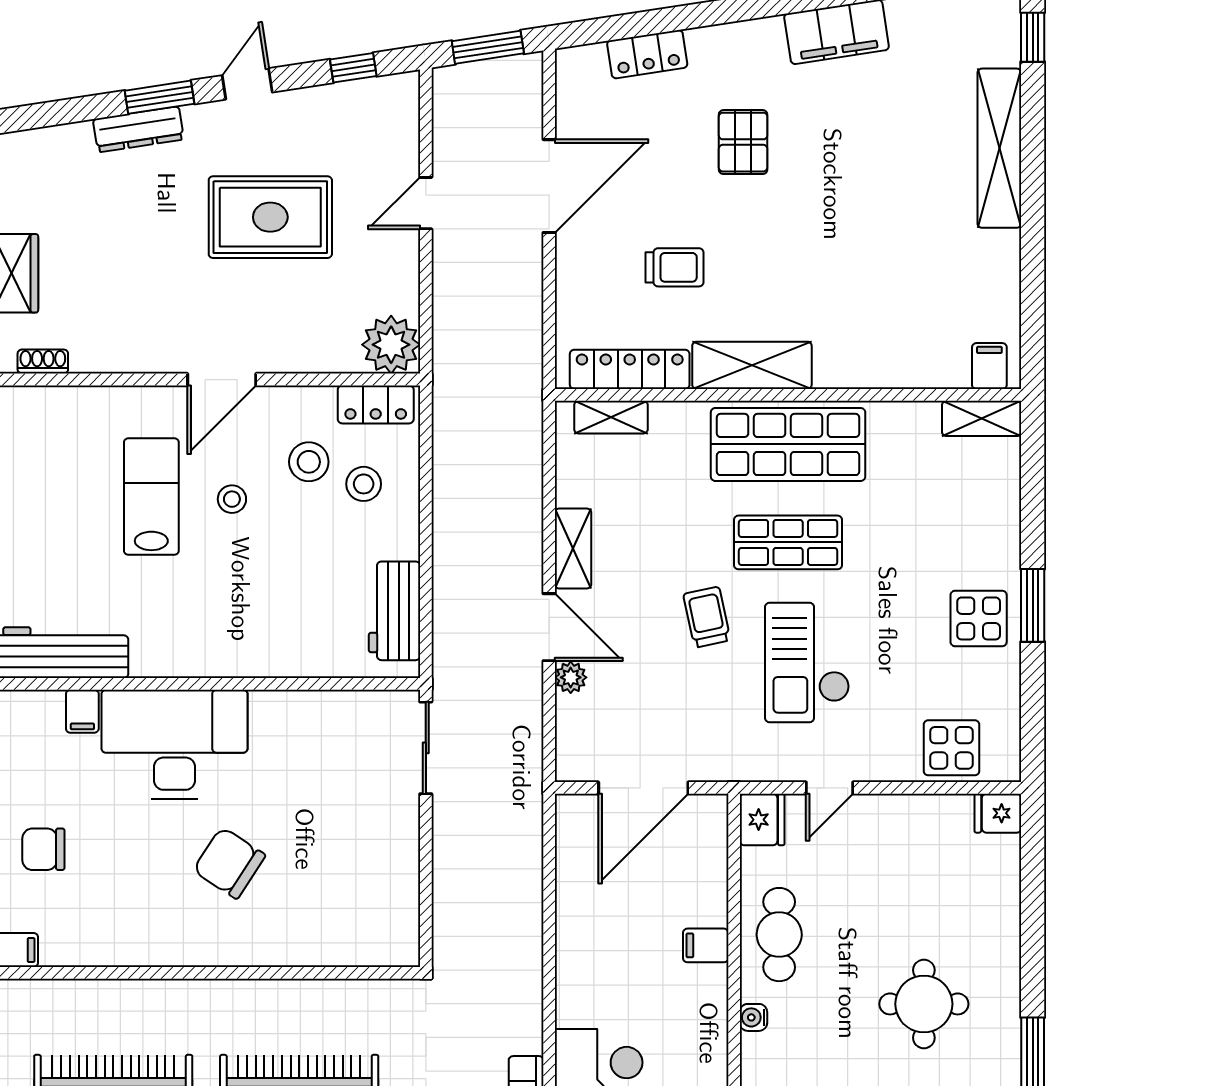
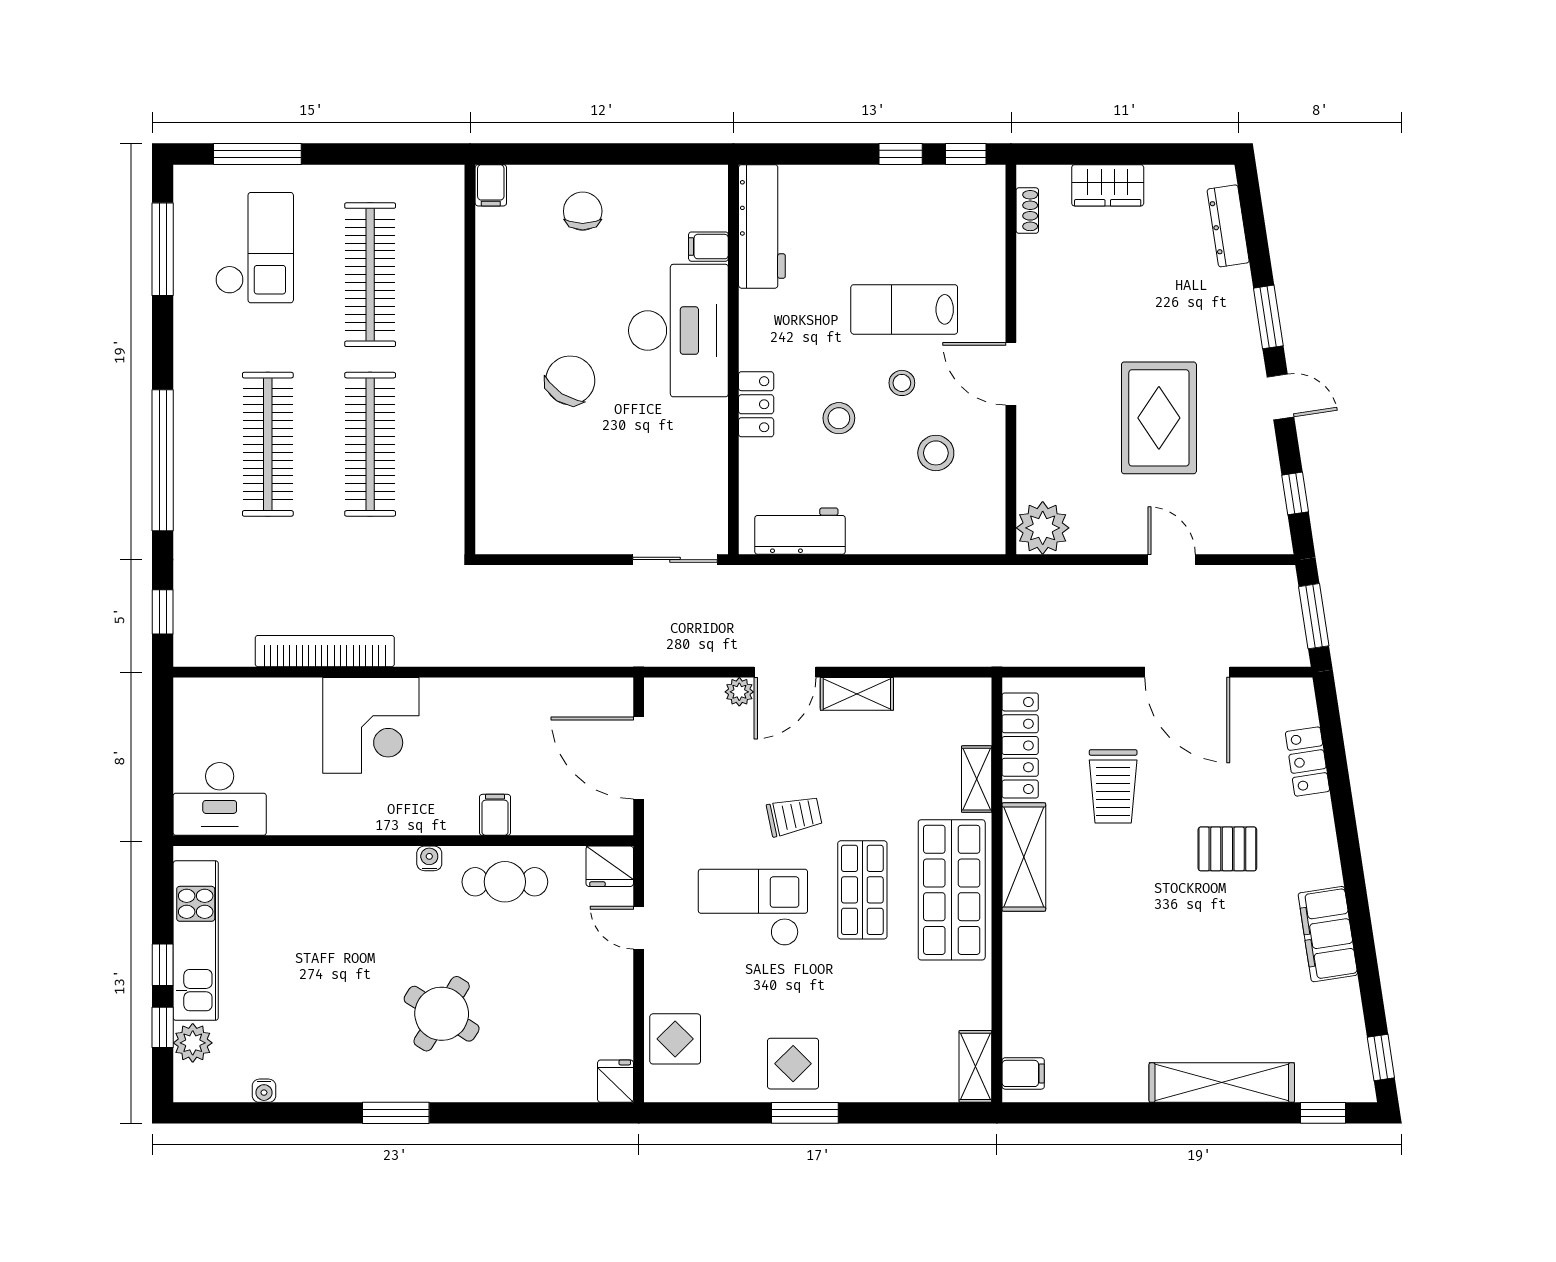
dresser: (138, 129) -> (1228, 226), moved
trolley: (674, 267) -> (1113, 786), width x1.36, depth x1.39
locker: (376, 404) -> (756, 404), moved, turned 180
shelving: (611, 417) -> (977, 779), moved
stool: (364, 484) -> (839, 418), moved
lab bench: (151, 497) -> (904, 309), turned 180
round table: (924, 1004) -> (442, 1014), turned 32

